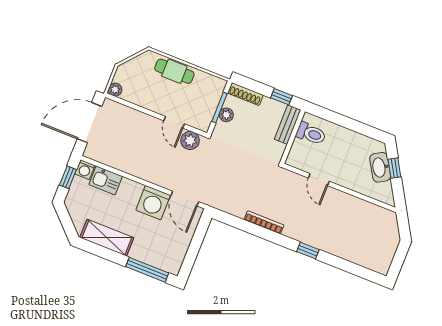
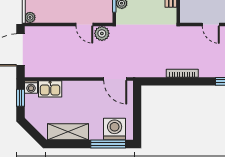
washing machine: (153, 203) -> (115, 129), moved, turned 180

